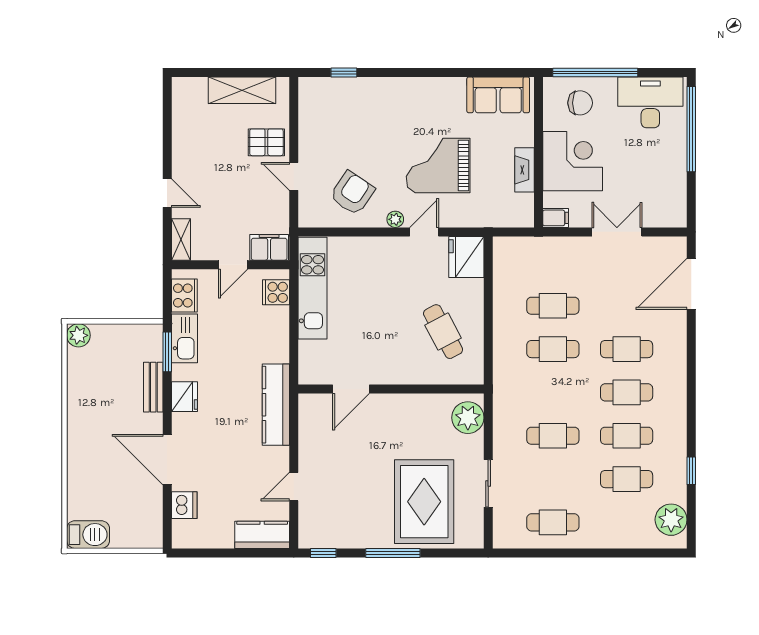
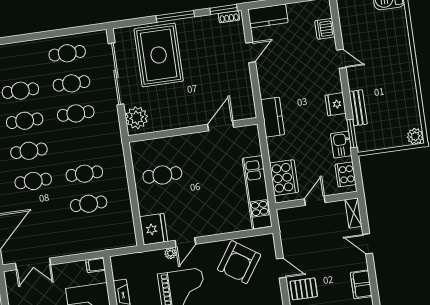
armchair: (352, 193) -> (239, 262), width x1.36, depth x1.36
plant: (395, 219) -> (170, 253), moved
double door: (617, 232) -> (33, 264), moved
filing cabinet: (269, 247) -> (361, 284), moved, turned 90
cooker: (276, 292) -> (284, 178), width x1.87, depth x1.31
cafe table: (443, 332) -> (162, 175), turned -62
kitchen sink: (184, 338) -> (341, 145), width x0.73
kitchen counter: (276, 405) -> (273, 117), width x0.67
door: (167, 460) -> (341, 59), width x0.53
cafe table: (553, 479) -> (71, 83), added
sliding door: (488, 483) -> (116, 74), width x1.86
shoe rack: (317, 541) -> (229, 17), added
window: (323, 553) -> (224, 9), width x1.50

